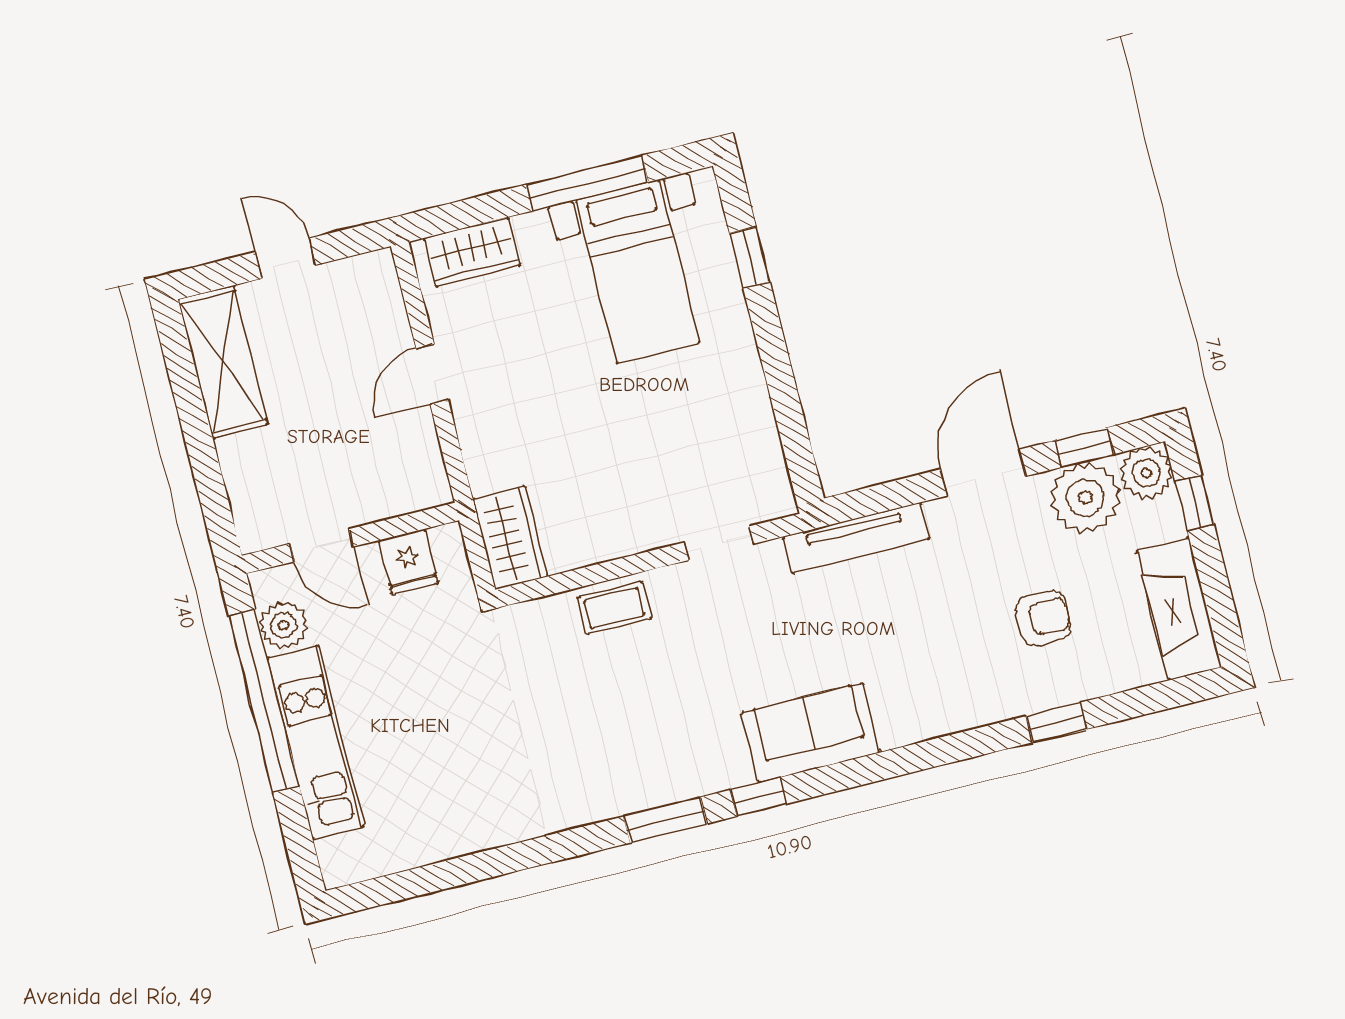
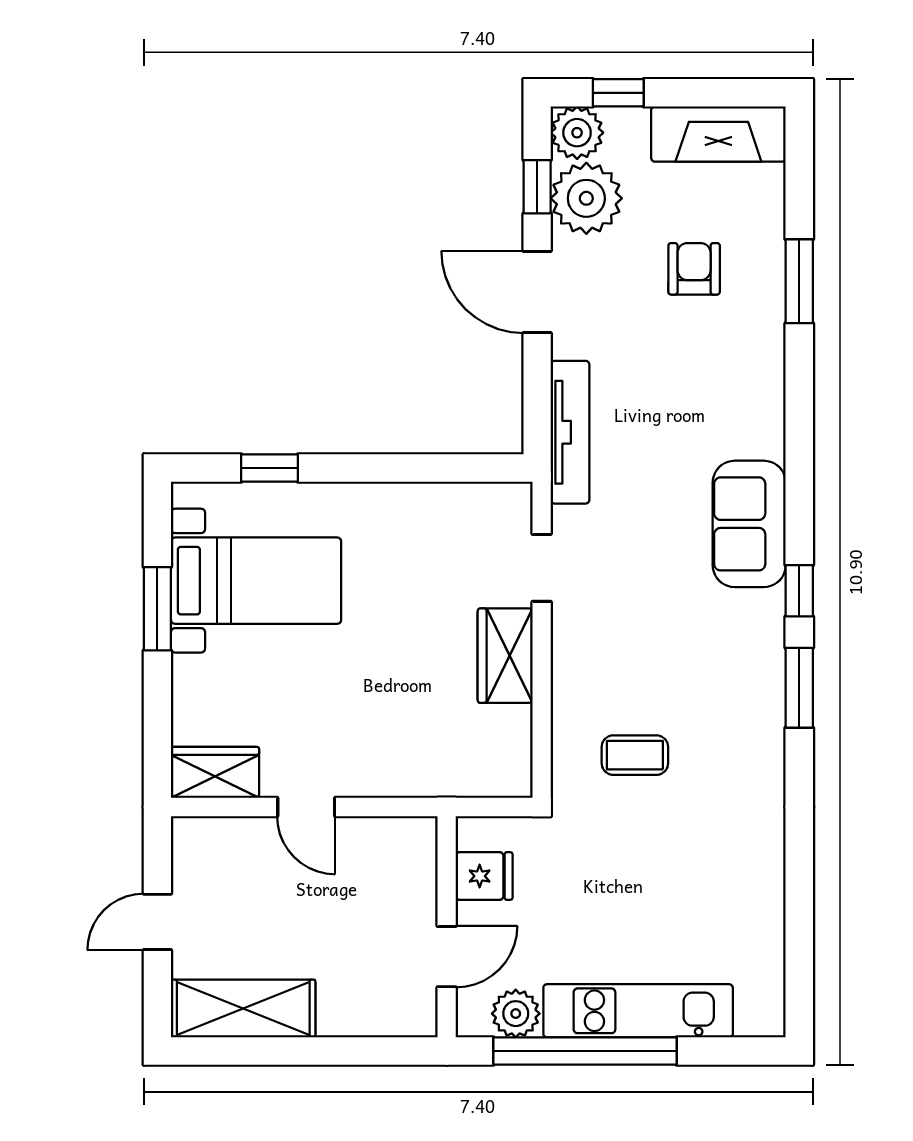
window: (587, 183) -> (157, 609), width x0.69
wardrobe: (472, 252) -> (215, 772), moved, turned -90
wardrobe: (510, 538) -> (505, 656), moved, turned -90
coffee table: (614, 608) -> (635, 755), moved, turned 90
window: (1057, 722) -> (799, 281), width x1.50

